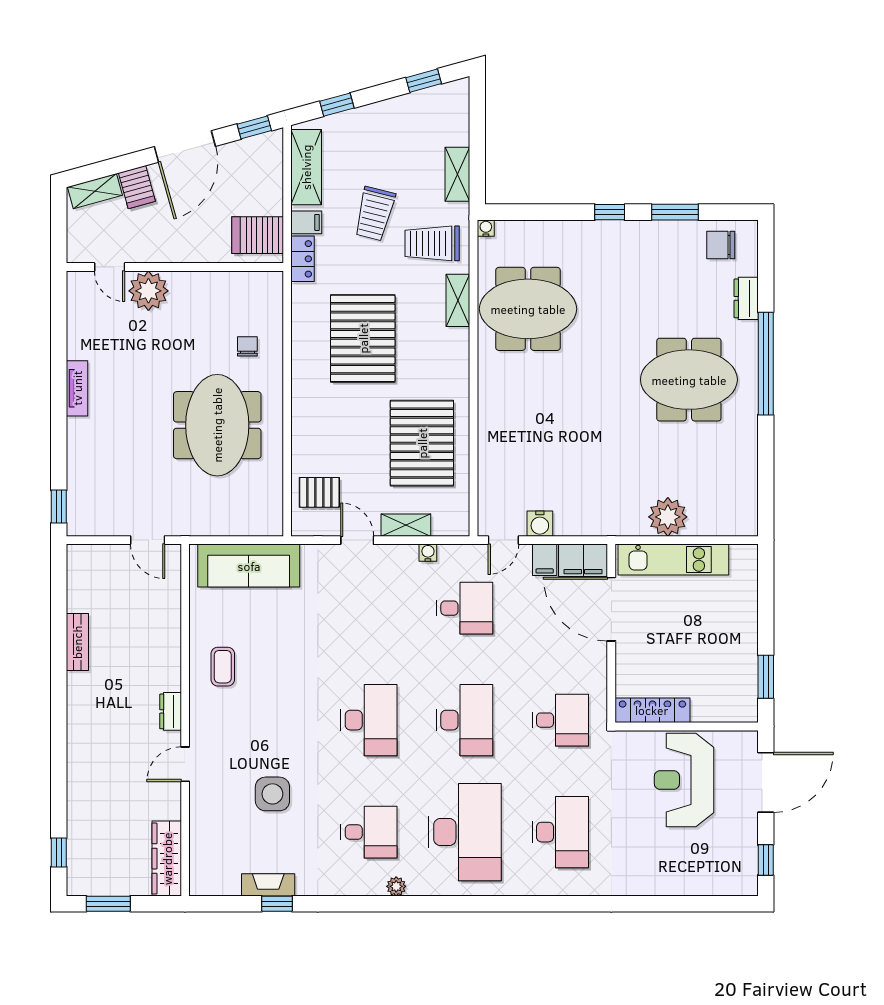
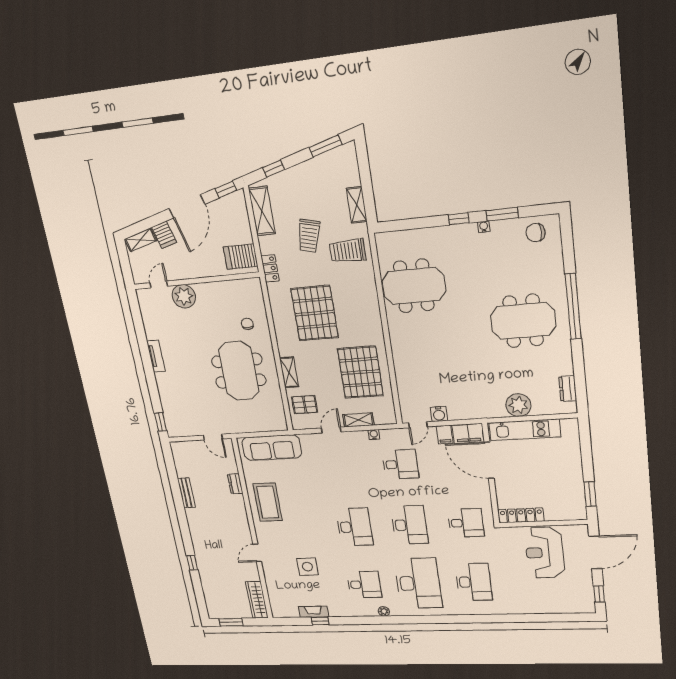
window: (424, 81) -> (326, 146), width x1.50
filing cabinet: (306, 222) -> (268, 246), removed
water cooler: (486, 228) -> (484, 227), moved
door: (110, 267) -> (159, 284), swing flipped
dresser: (746, 298) -> (568, 389), moved
shelving: (458, 300) -> (289, 372), moved
door: (357, 540) -> (331, 430), hinge flipped
coffee table: (223, 667) -> (268, 502), width x1.86, depth x1.72
dresser: (171, 711) -> (235, 484), moved
window: (59, 852) -> (192, 563), moved

